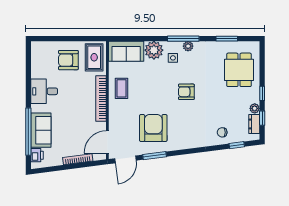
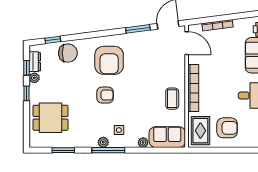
plant: (154, 50) -> (143, 142), width x0.53, depth x0.53
dining table: (239, 70) -> (51, 118), turned 90
armchair: (153, 128) -> (109, 60), moved
chair: (222, 132) -> (68, 53), width x1.87, depth x1.87
door: (107, 142) -> (187, 43), hinge flipped

